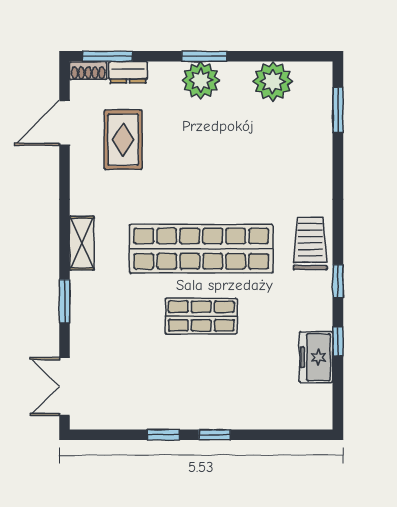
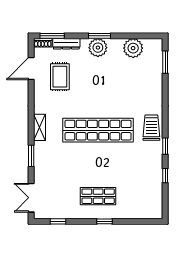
dresser: (128, 72) -> (66, 44), width x1.44
shop shelf: (201, 316) -> (98, 196), moved
freezer: (316, 357) -> (154, 183), removed
window: (163, 435) -> (58, 221), moved

